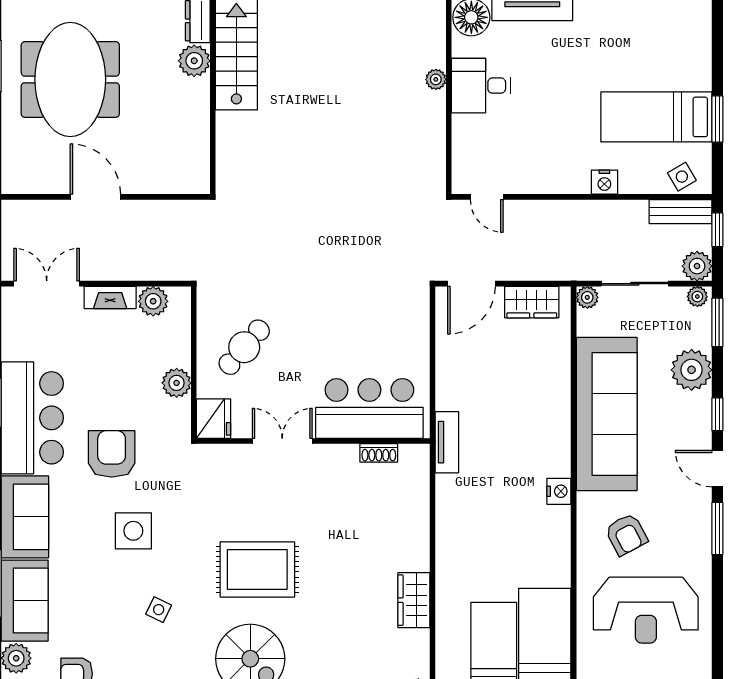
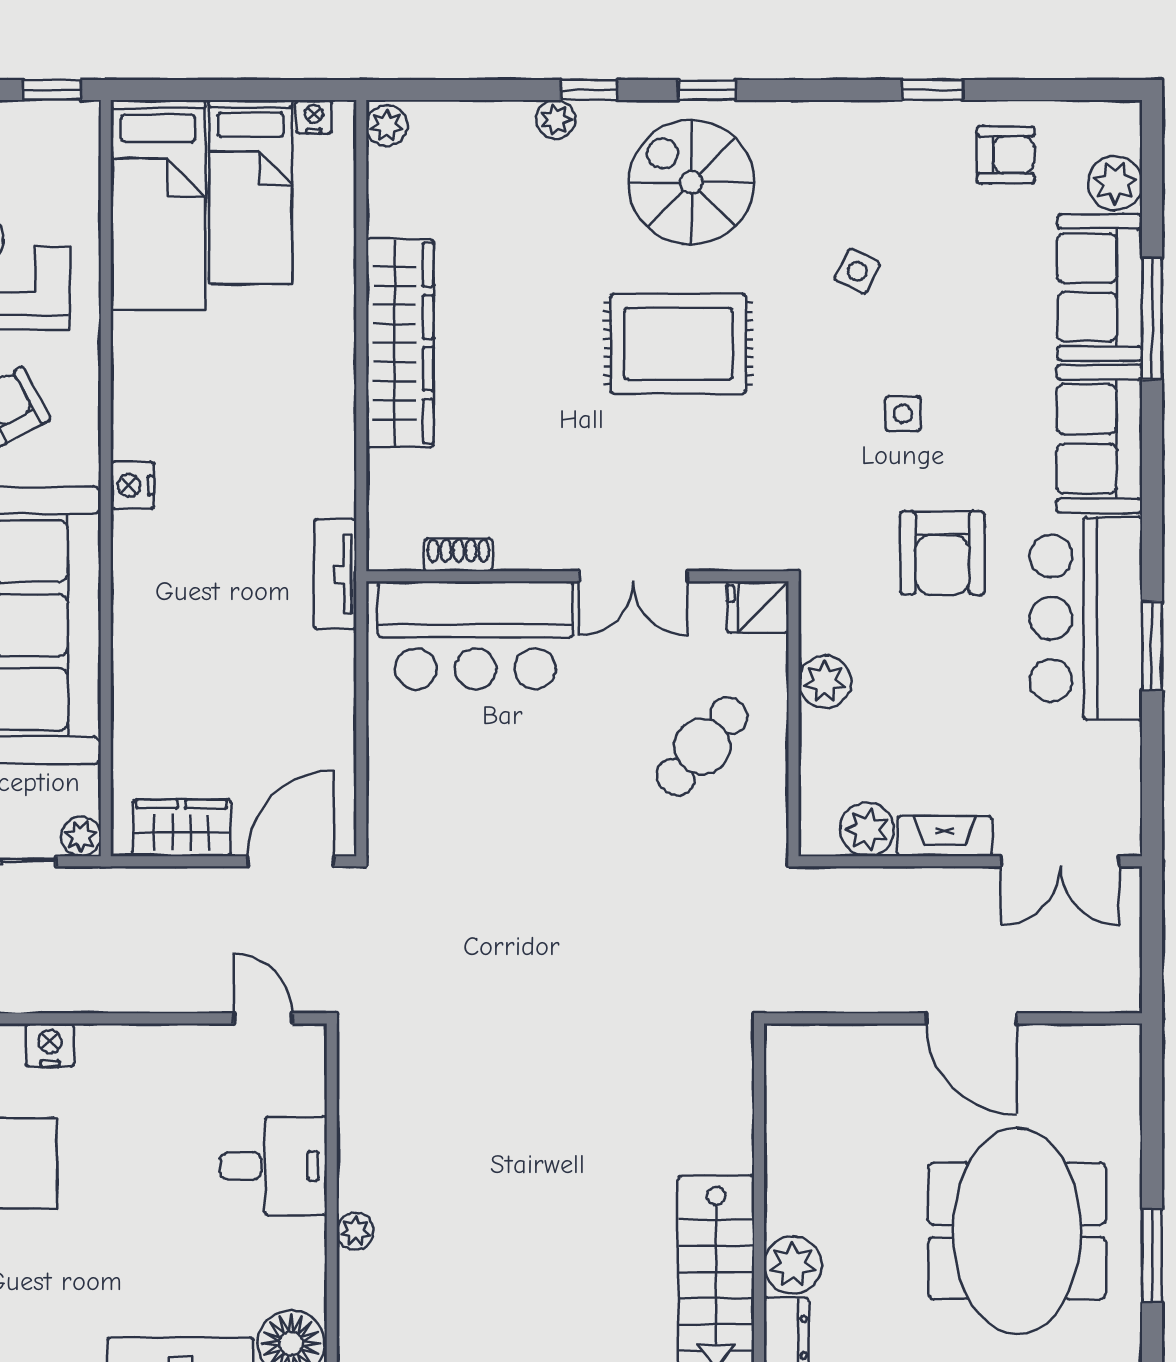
desk: (481, 86) -> (274, 1166), moved
fridge: (213, 419) -> (758, 607), width x0.72
side table: (133, 531) -> (903, 414), width x0.54, depth x0.54
wardrobe: (414, 600) -> (400, 343), width x2.10, depth x1.17

